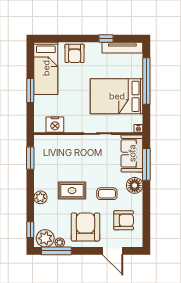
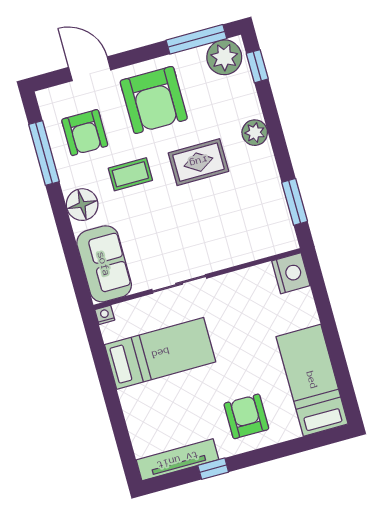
armchair: (75, 53) -> (246, 416), moved
window: (146, 81) -> (115, 409), removed
window: (30, 91) -> (330, 330), removed
bed: (117, 96) -> (160, 353), width x0.67
nightstand: (55, 125) -> (291, 273), moved, turned 90
window: (146, 164) -> (44, 153), moved
armchair: (124, 220) -> (85, 133), turned -90
plant: (60, 243) -> (195, 57), removed

